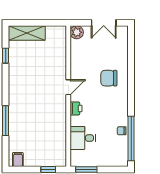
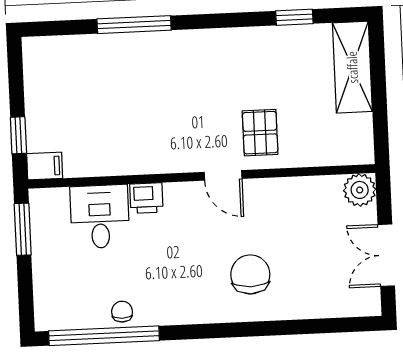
pallet: (52, 72) -> (260, 133), added
printer: (76, 108) -> (146, 198), moved
filing cabinet: (18, 159) -> (45, 166), moved

